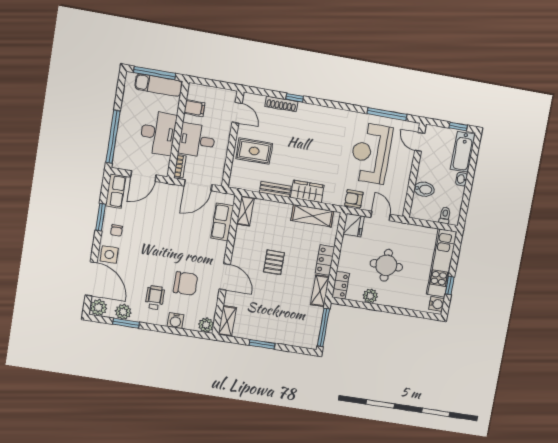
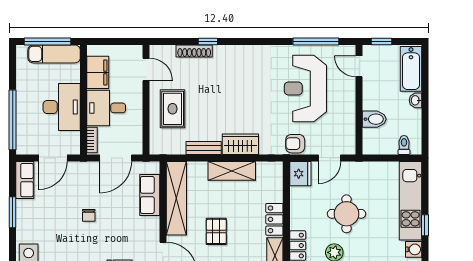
filing cabinet: (194, 108) -> (98, 72), width x2.00
window: (458, 127) -> (382, 41), moved
rug: (254, 151) -> (173, 109), turned 90
shelving: (245, 211) -> (176, 198), width x2.20, depth x1.33
shelving: (312, 216) -> (232, 171), moved
door: (381, 216) -> (330, 158), swing flipped
chair: (117, 230) -> (89, 215), moved

